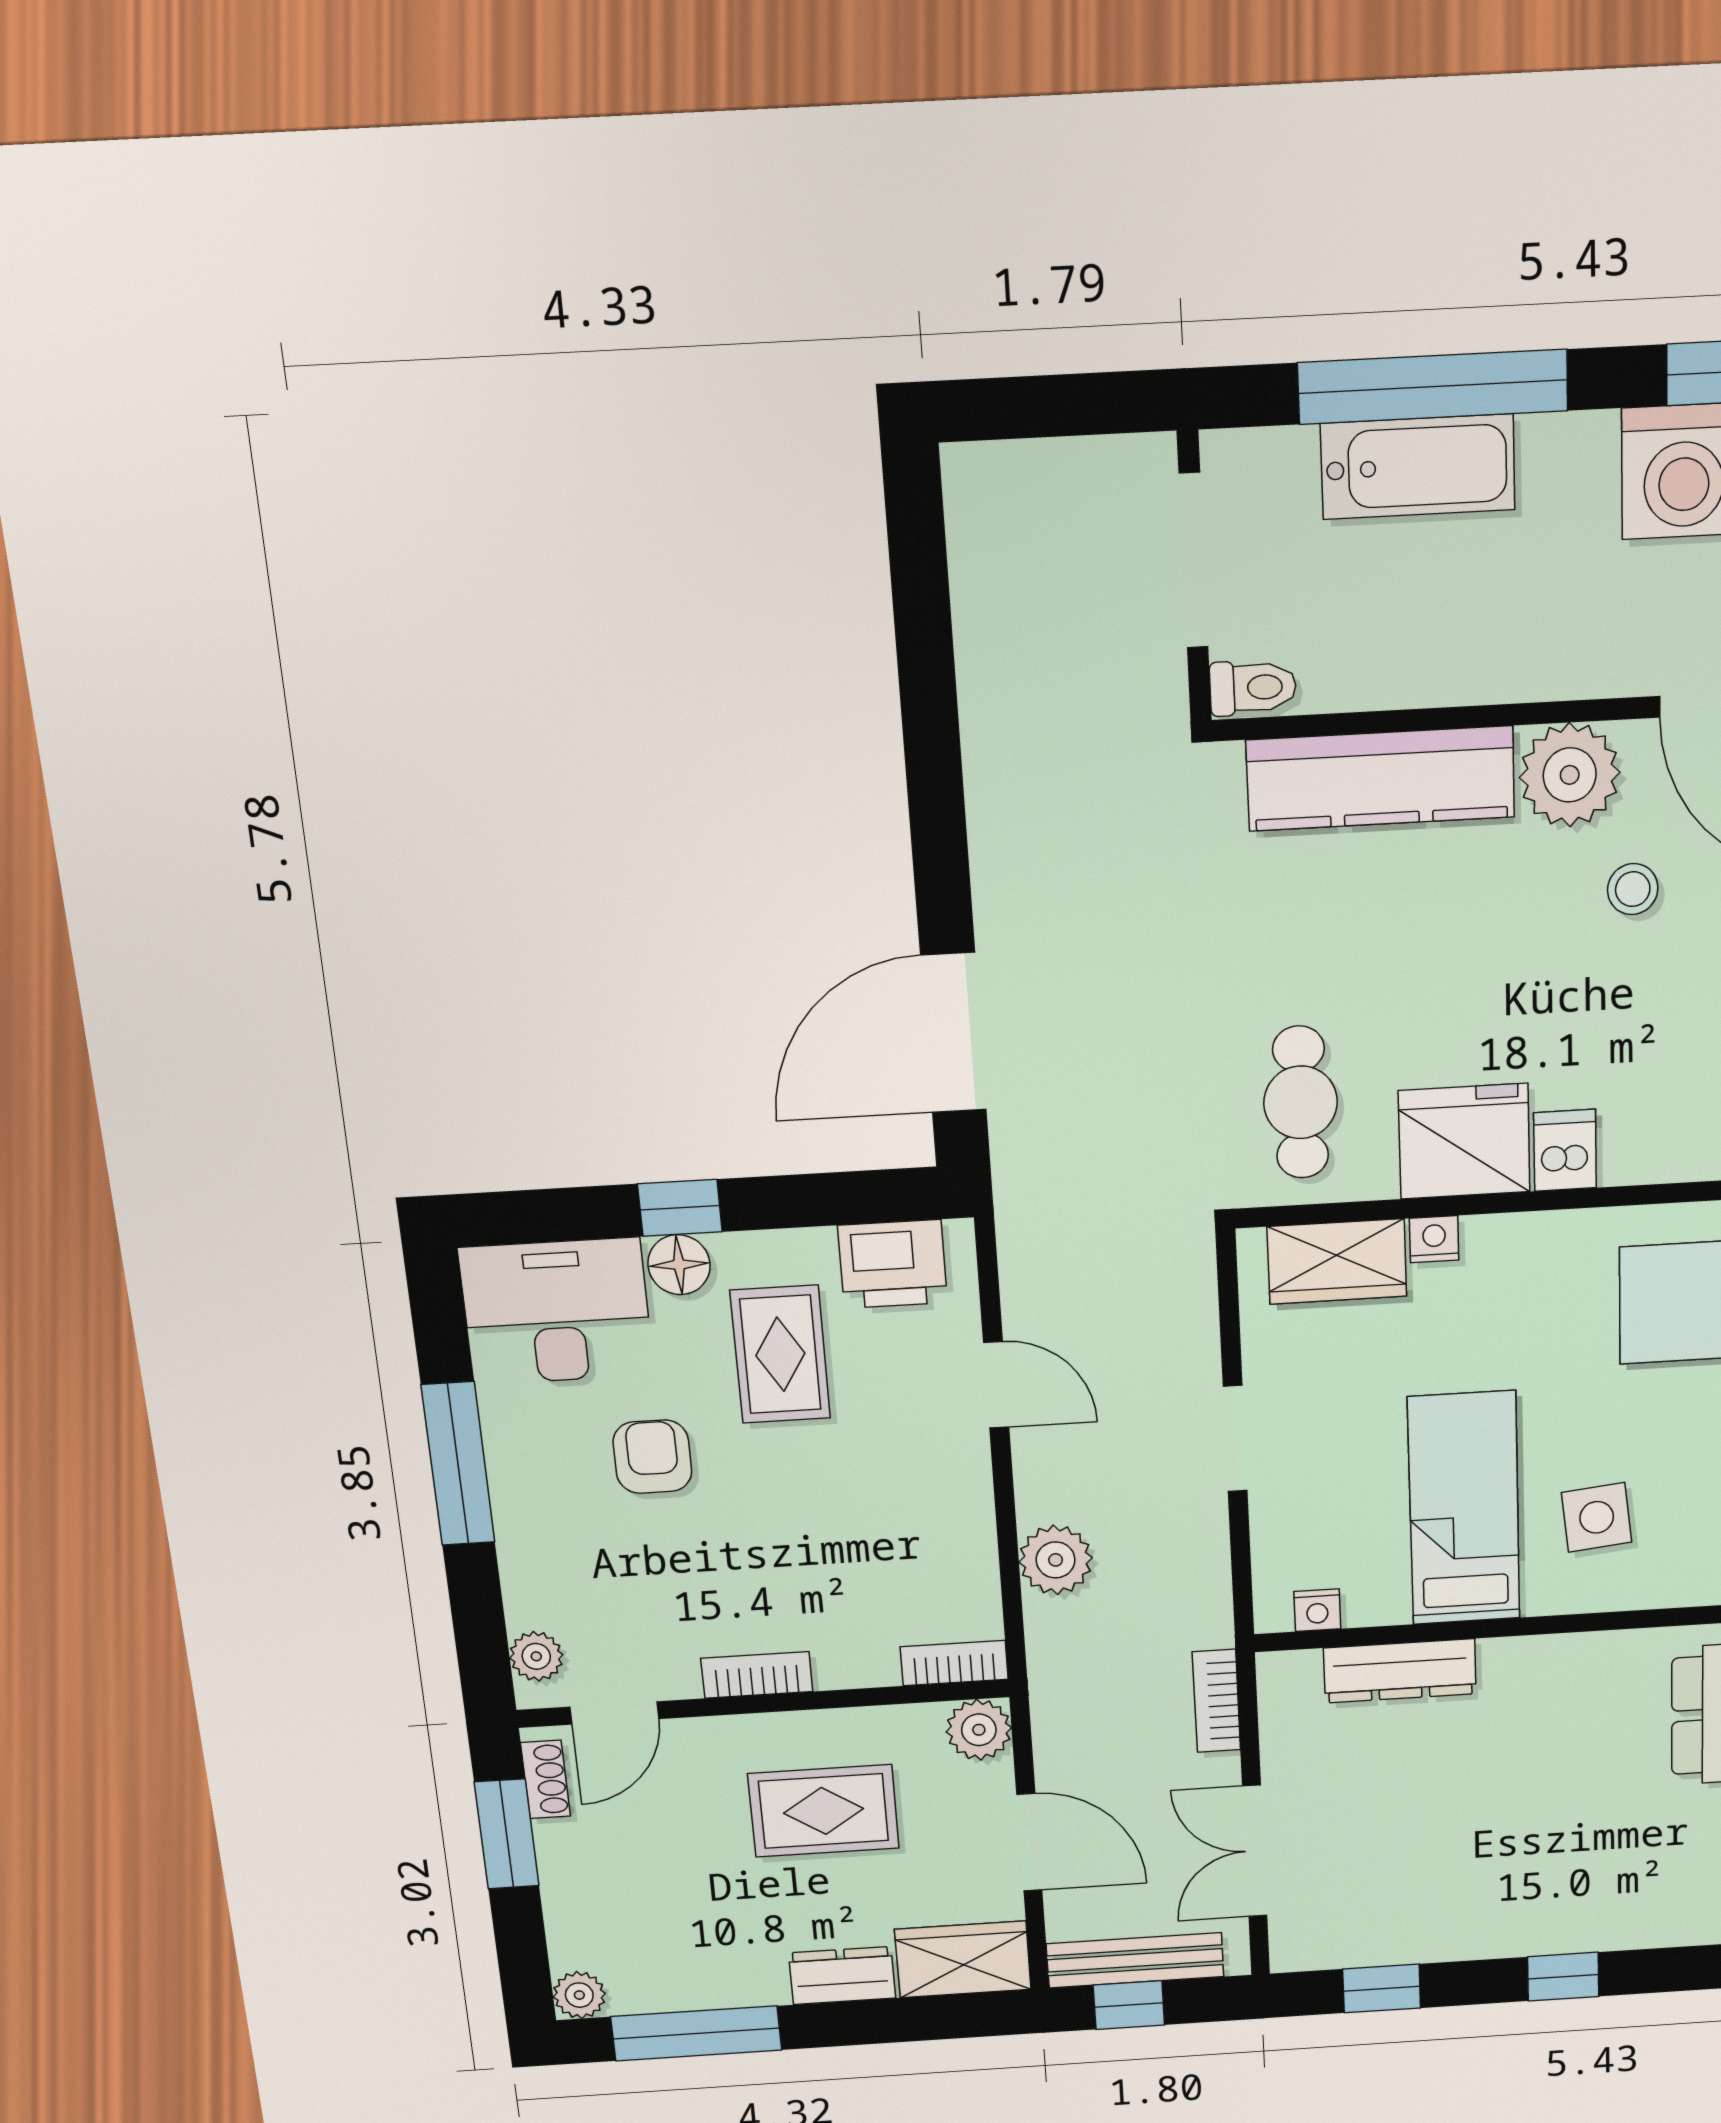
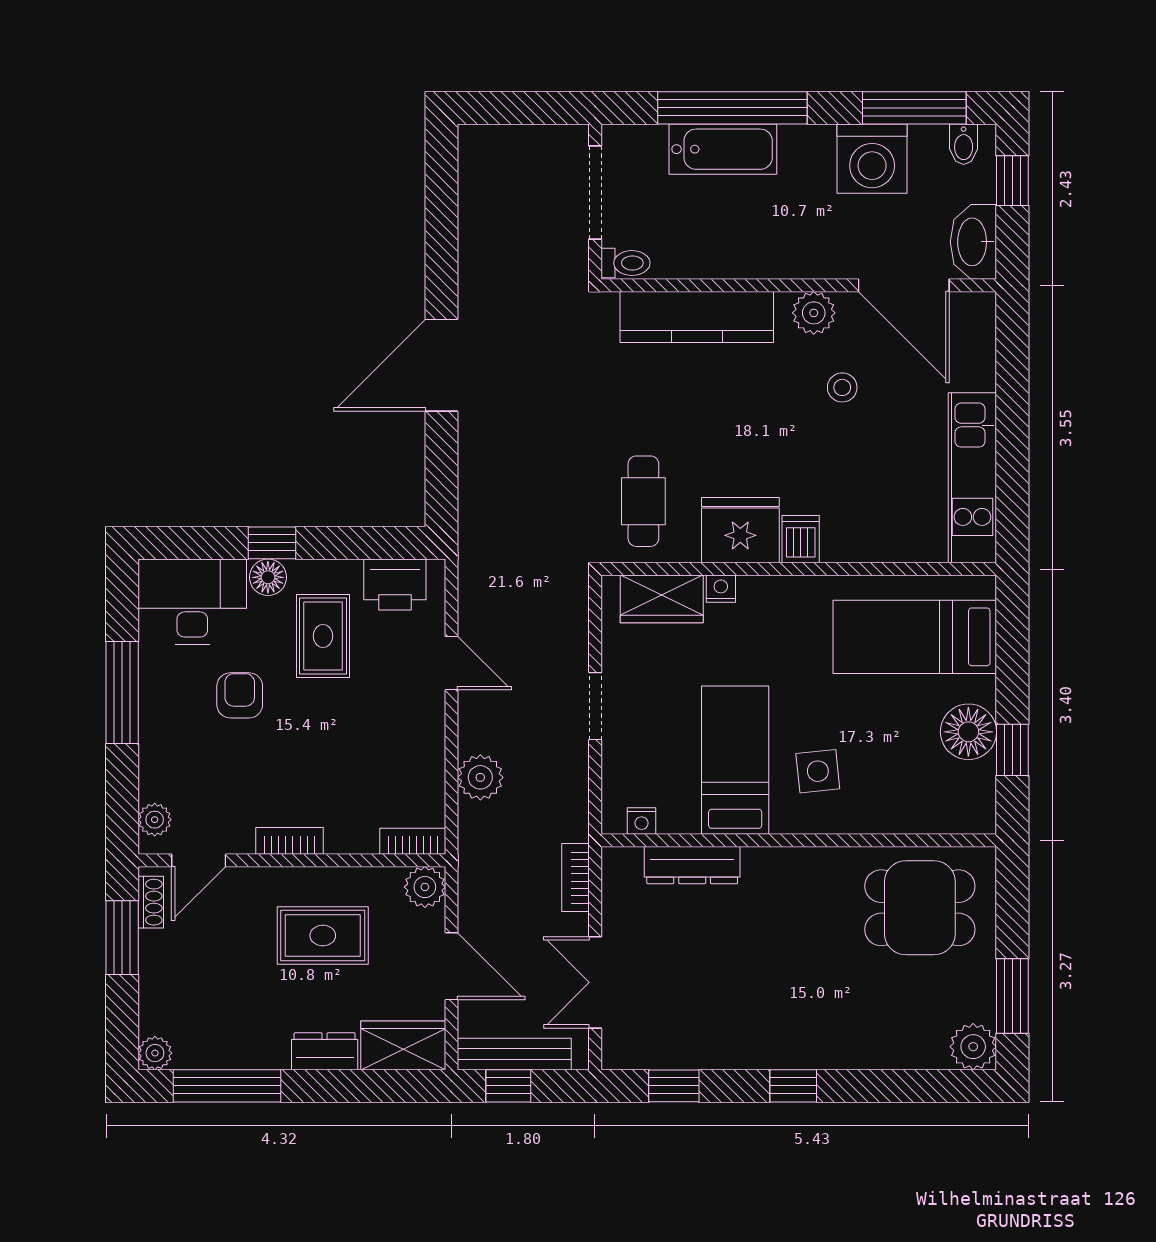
plant: (1570, 775) -> (814, 313), width x0.73, depth x0.73
door: (953, 1033) -> (442, 365), moved

